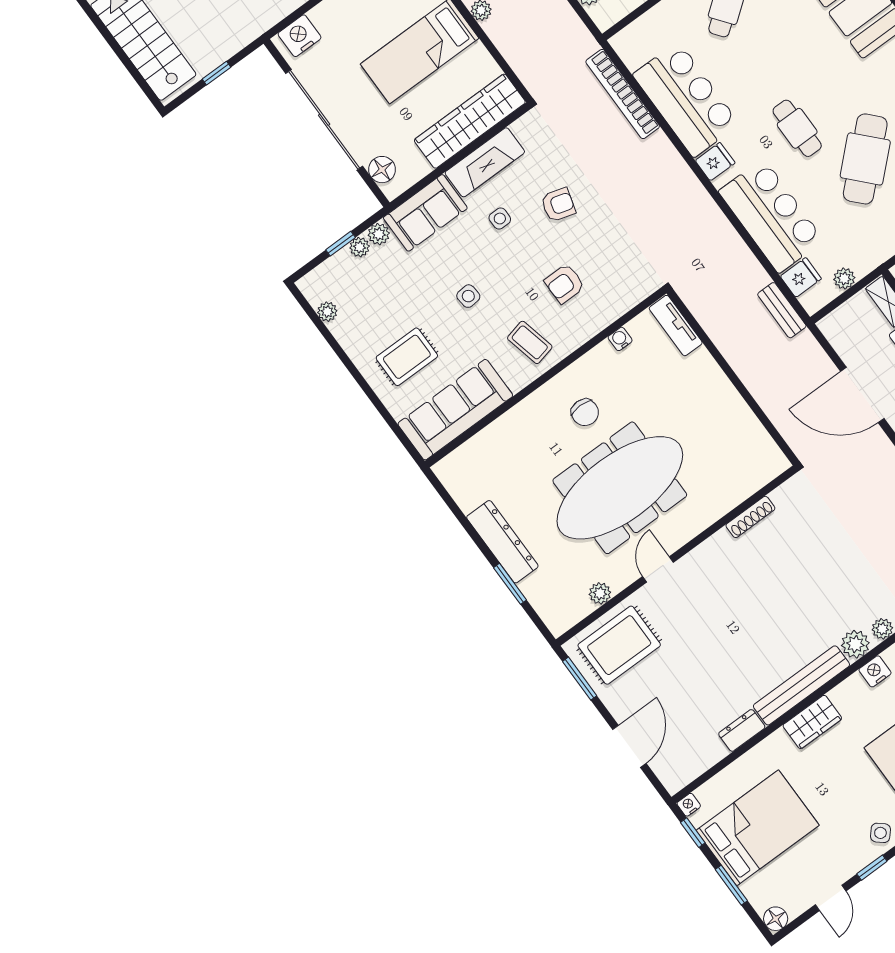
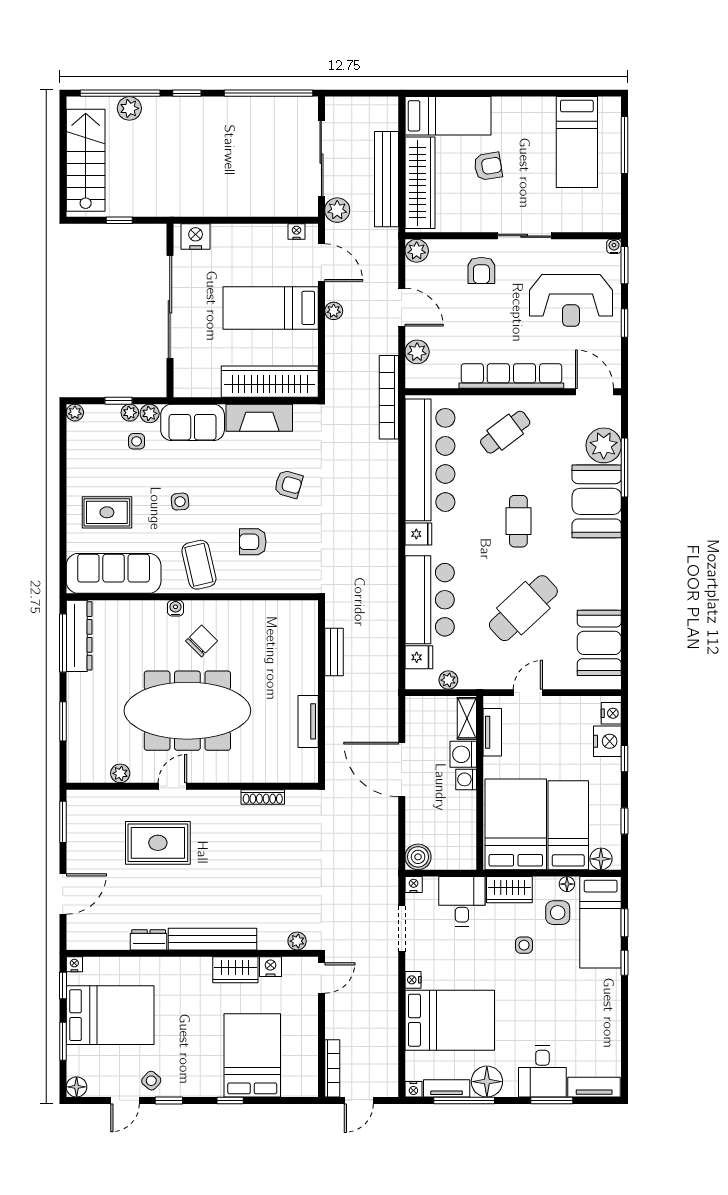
bookcase: (623, 94) -> (389, 397), moved
bar counter: (686, 99) -> (430, 460), width x1.36
cafe table: (797, 128) -> (518, 521), moved
floor lamp: (382, 170) -> (185, 371), removed
side table: (500, 219) -> (137, 441), moved
bench: (782, 310) -> (334, 652), moved
plant: (327, 312) -> (75, 413), moved
tv unit: (676, 326) -> (308, 721), moved
water cooler: (620, 339) -> (175, 608), moved
coffee table: (530, 342) -> (199, 565), width x1.36, depth x1.30
chair: (585, 412) -> (202, 641), turned -135
window: (456, 510) -> (63, 643), added
dresser: (502, 542) -> (79, 636), moved
plant: (855, 644) -> (271, 938), removed
rug: (619, 645) -> (158, 843), moved
wardrobe: (812, 722) -> (235, 970), moved
side table: (880, 833) -> (151, 1081), moved

